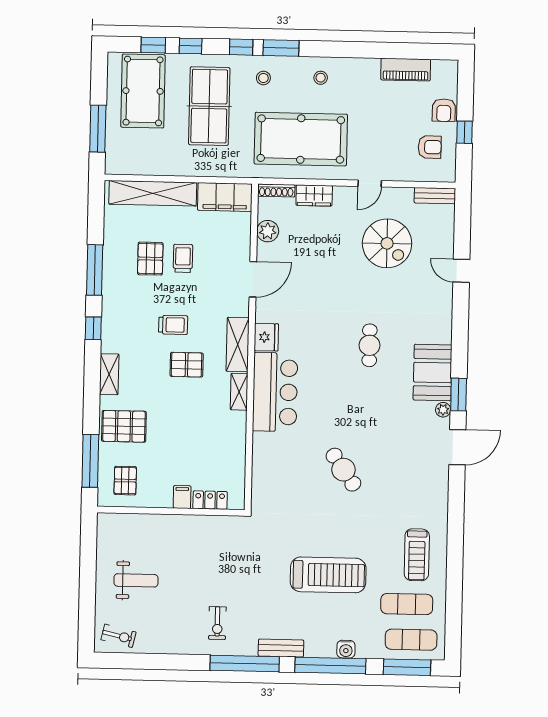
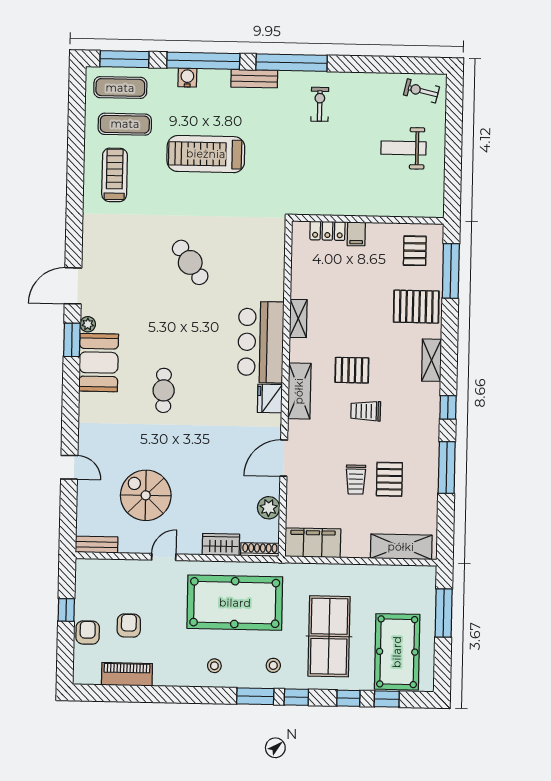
armchair: (430, 147) -> (129, 625), moved, turned 90
shelving: (153, 193) -> (401, 547), width x0.68
shelving: (239, 392) -> (298, 319), moved

